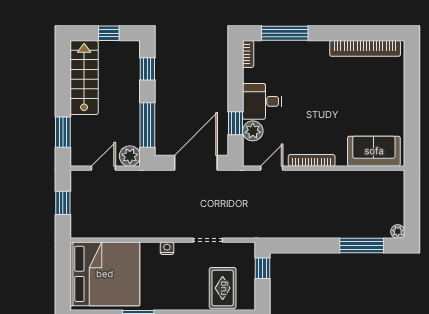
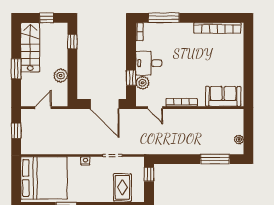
window: (147, 125) -> (72, 79), removed
window: (63, 132) -> (16, 69), moved
plant: (130, 156) -> (61, 76), moved
door: (196, 163) -> (105, 104), swing flipped
door: (272, 168) -> (155, 108), swing flipped
plant: (398, 231) -> (239, 139), moved

